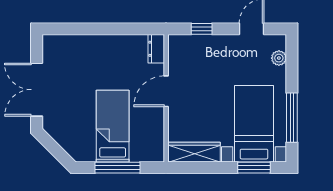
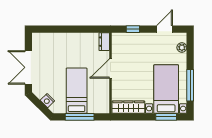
nightstand: (66, 142) -> (47, 101), added

